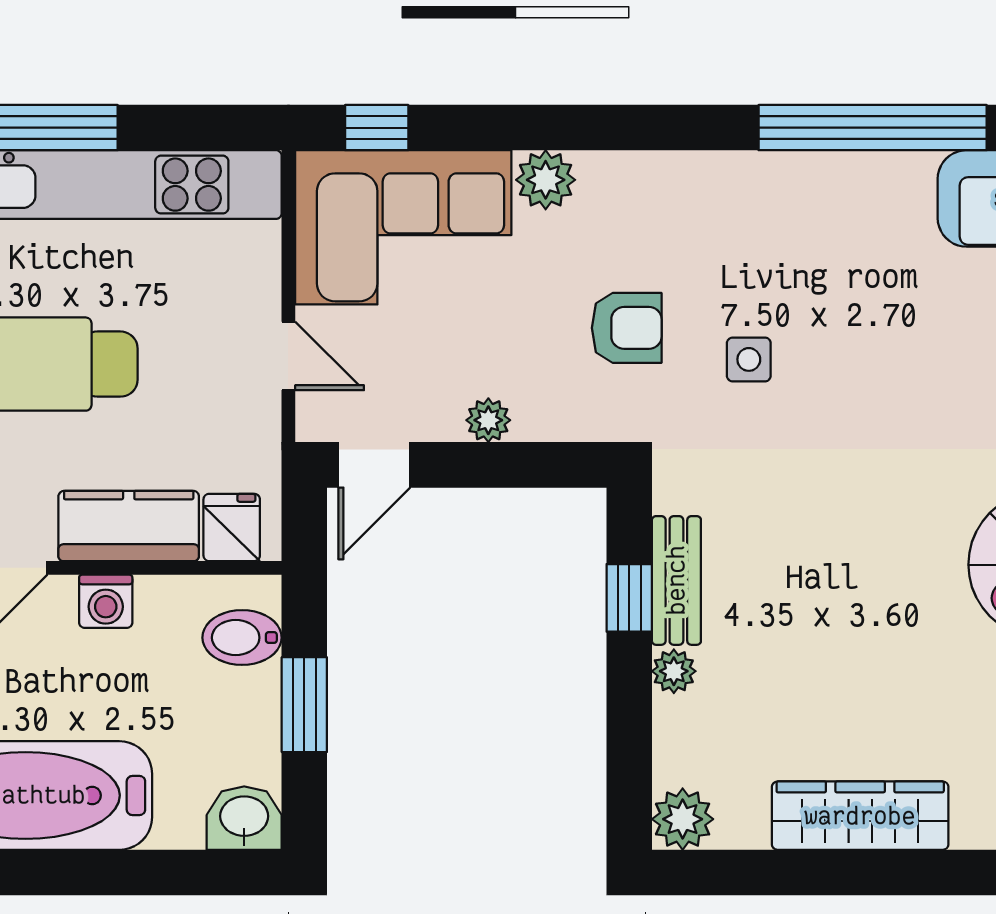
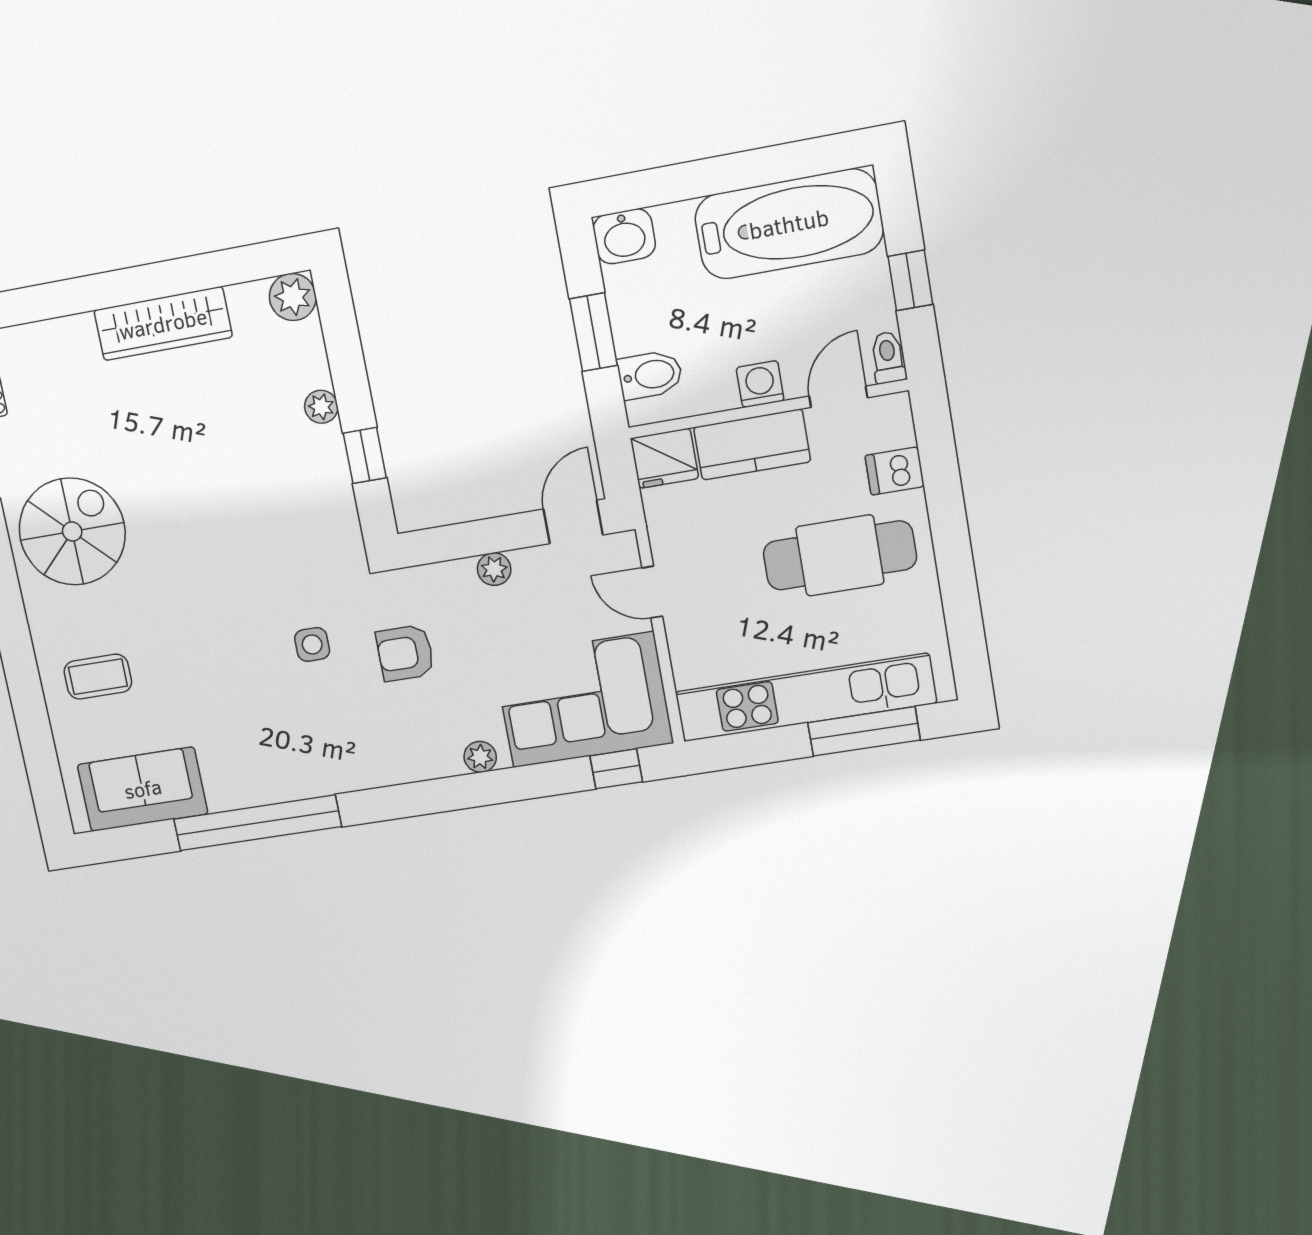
plant: (546, 180) -> (480, 757), width x0.73, depth x0.73
fridge: (232, 527) -> (664, 458), width x1.38
bench: (676, 580) -> (333, 474), removed

